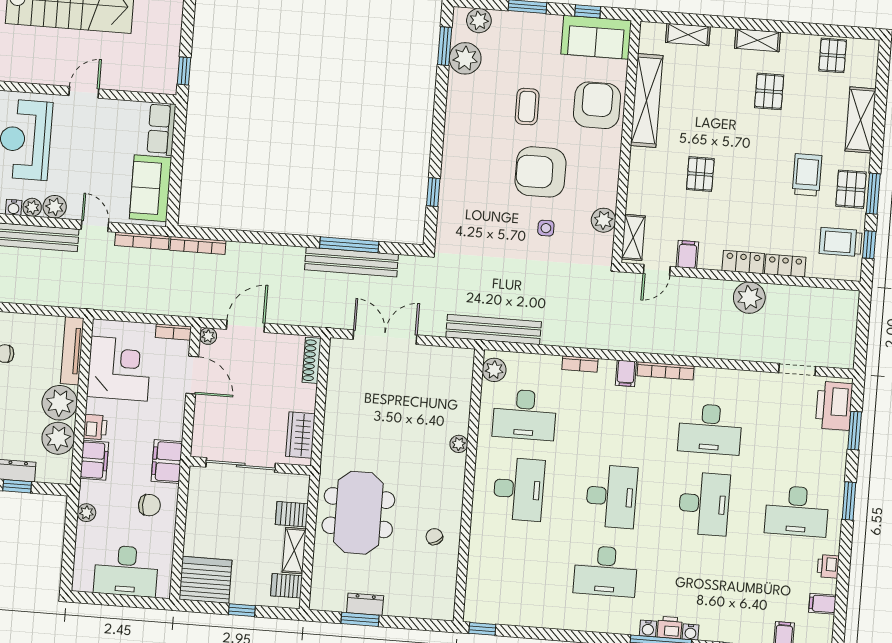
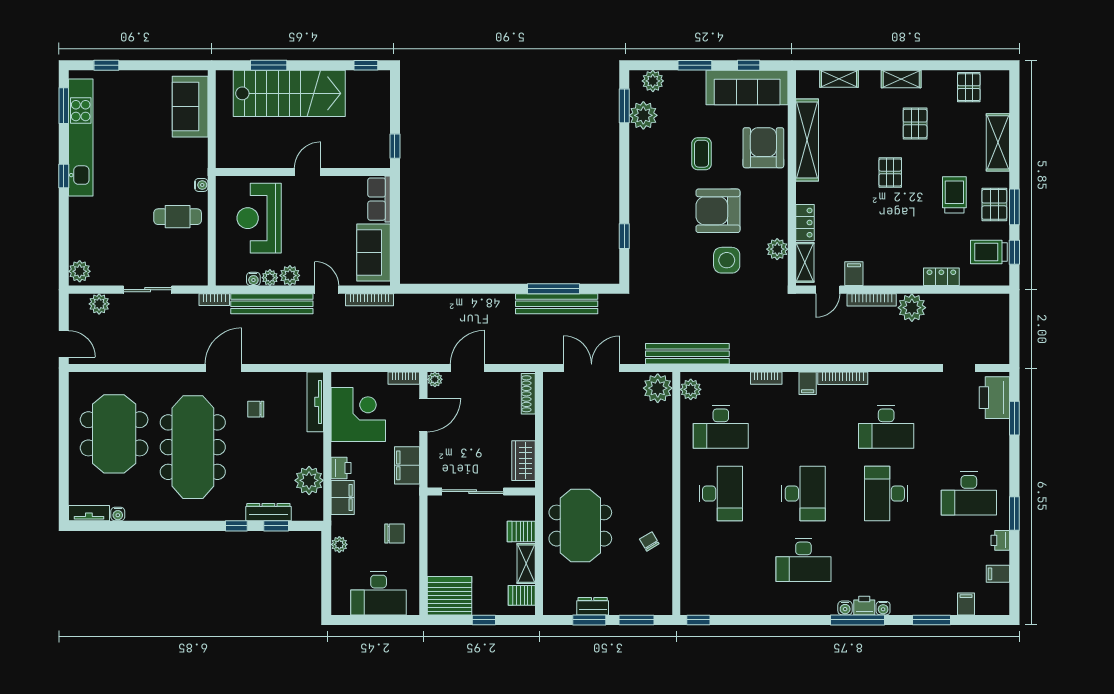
sofa: (596, 37) -> (747, 87), width x1.36
pallet: (700, 174) -> (890, 172), moved
side table: (546, 228) -> (727, 260), width x1.87, depth x1.87
bookcase: (198, 245) -> (872, 300), moved
locker: (743, 262) -> (805, 223), moved, turned 90
door: (192, 375) -> (423, 415), hinge flipped
plant: (60, 403) -> (308, 449), removed
plant: (459, 444) -> (658, 388), moved, width x1.87, depth x1.87
filing cabinet: (167, 462) -> (407, 465), moved
window: (849, 501) -> (1014, 513), moved
desk: (704, 504) -> (886, 494), turned 180
window: (413, 624) -> (637, 620), added

